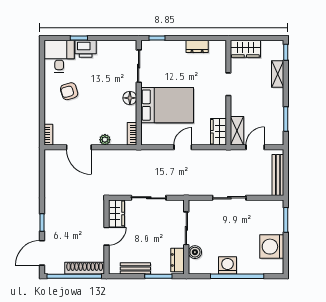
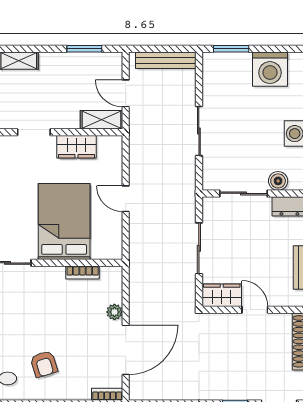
floor lamp: (130, 98) -> (54, 276), removed
wardrobe: (218, 132) -> (76, 147), moved
bookcase: (132, 134) -> (83, 273), moved
door: (79, 147) -> (126, 350), width x1.36

